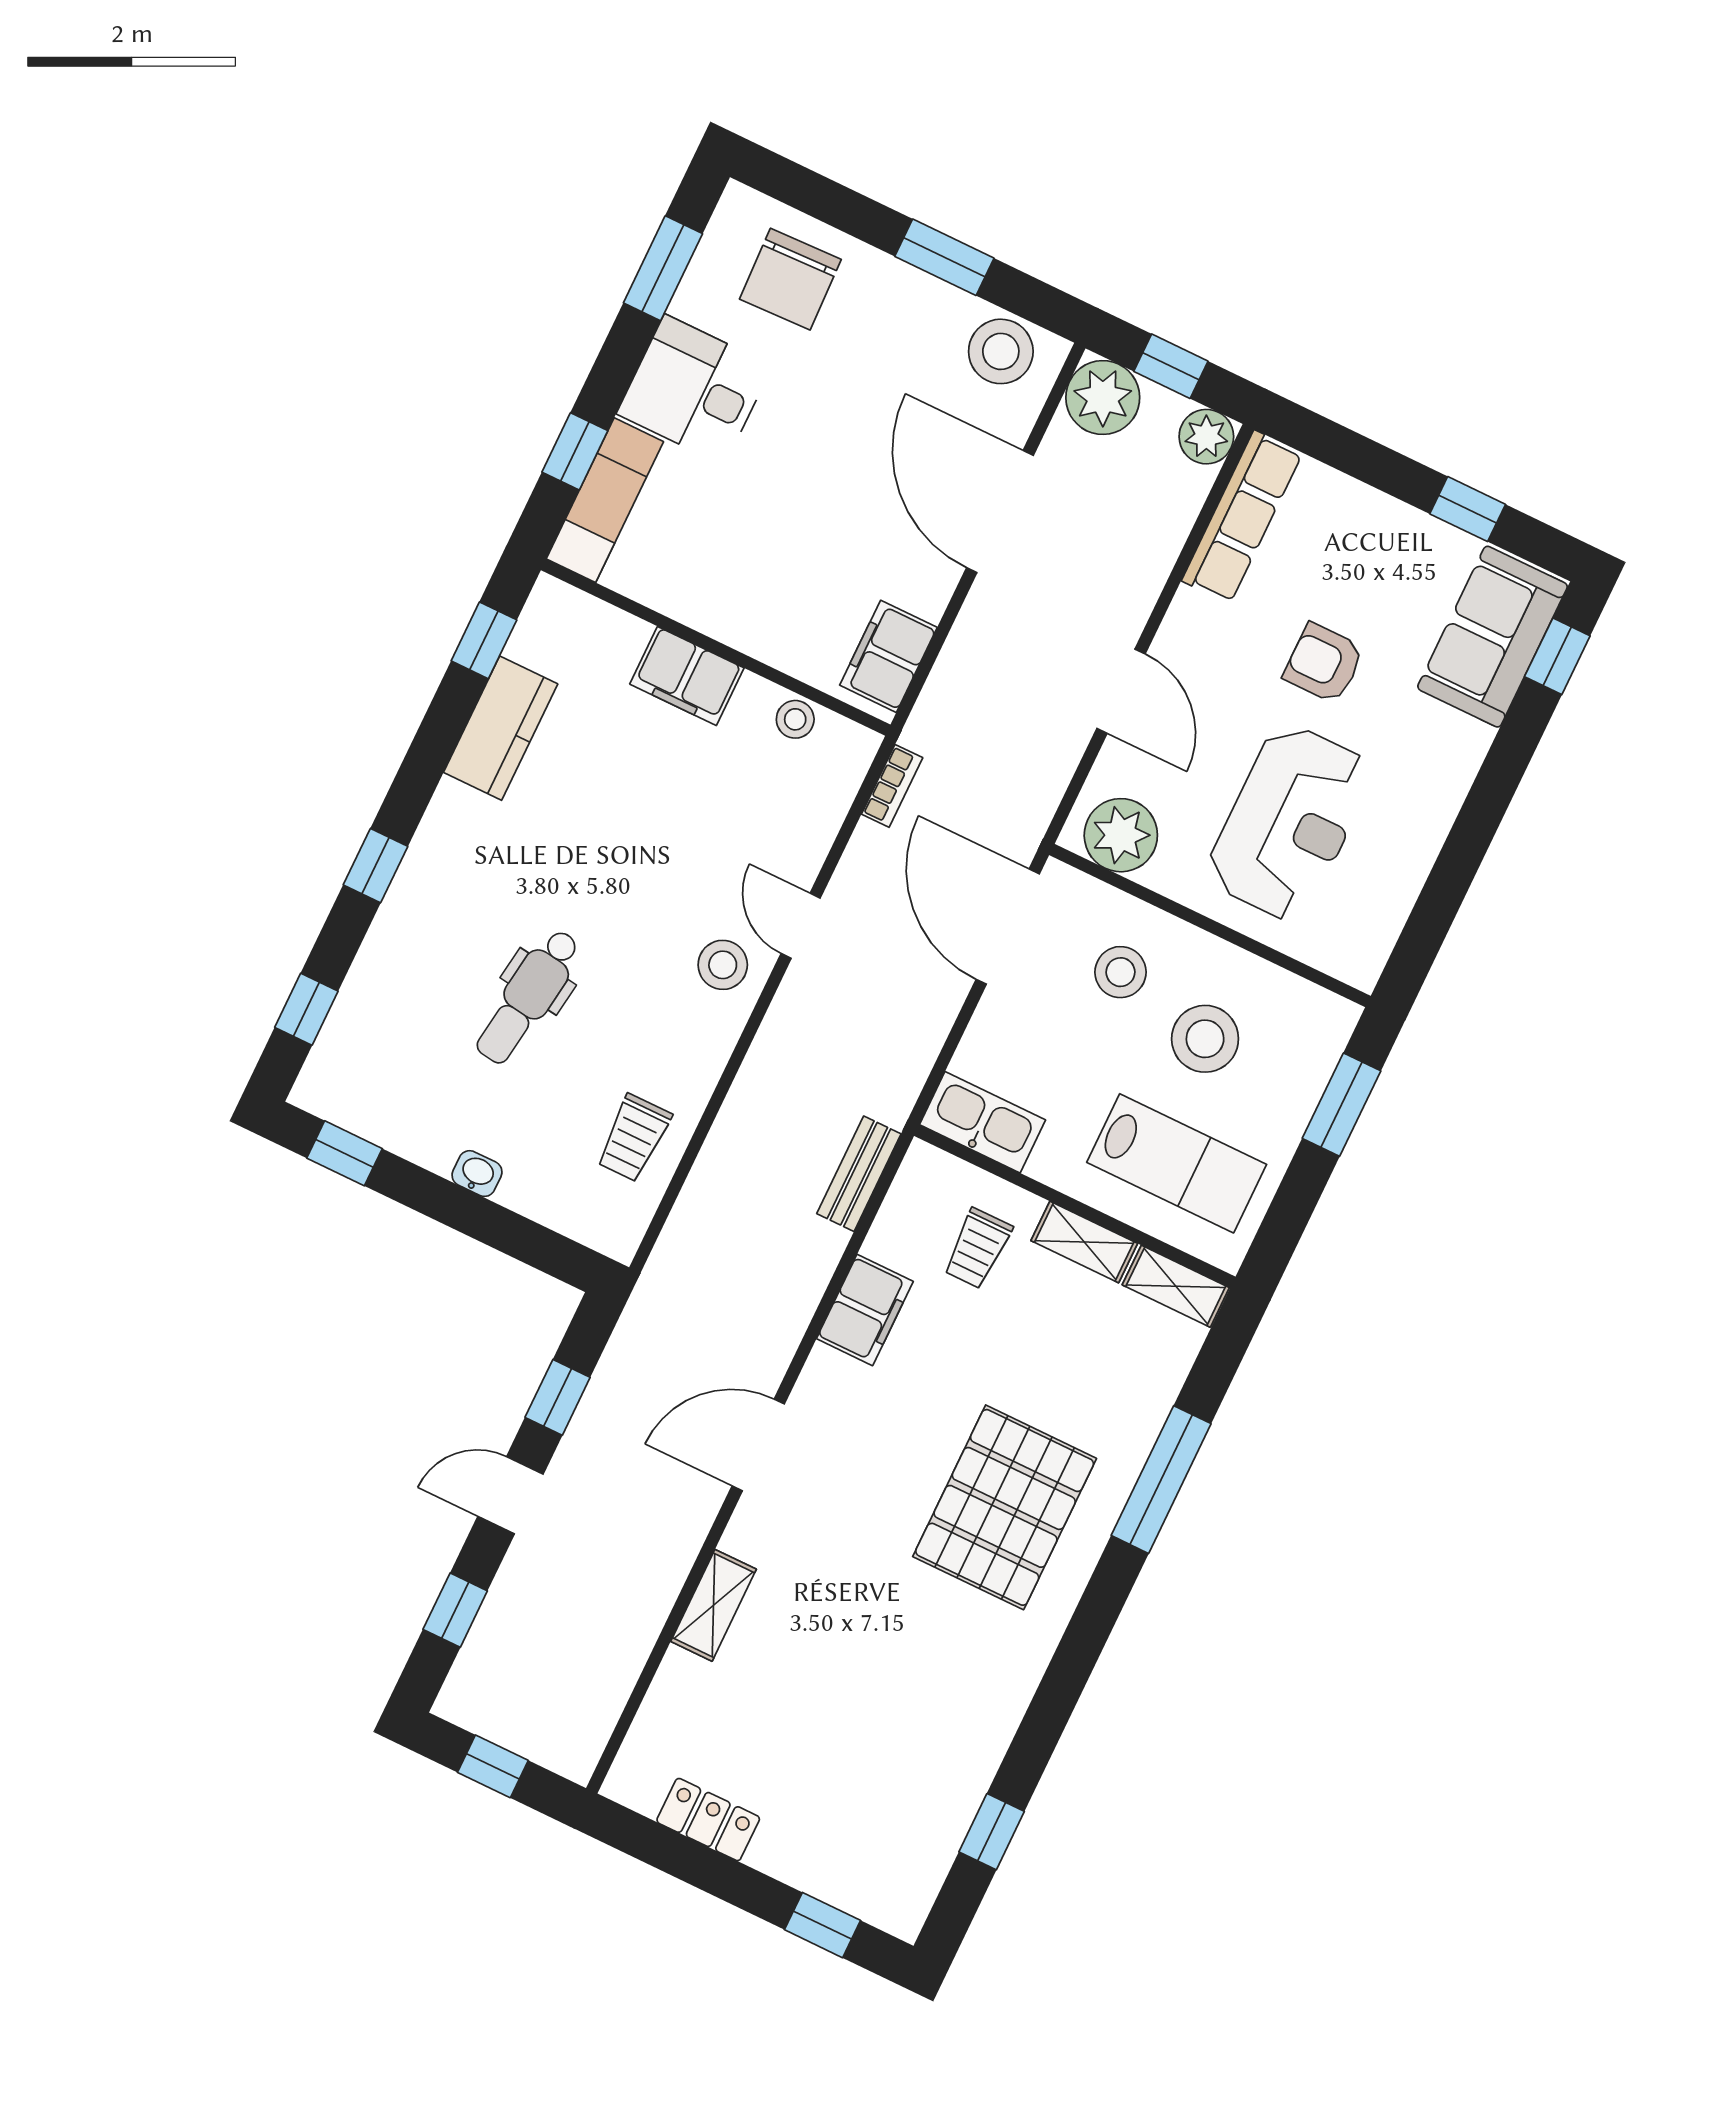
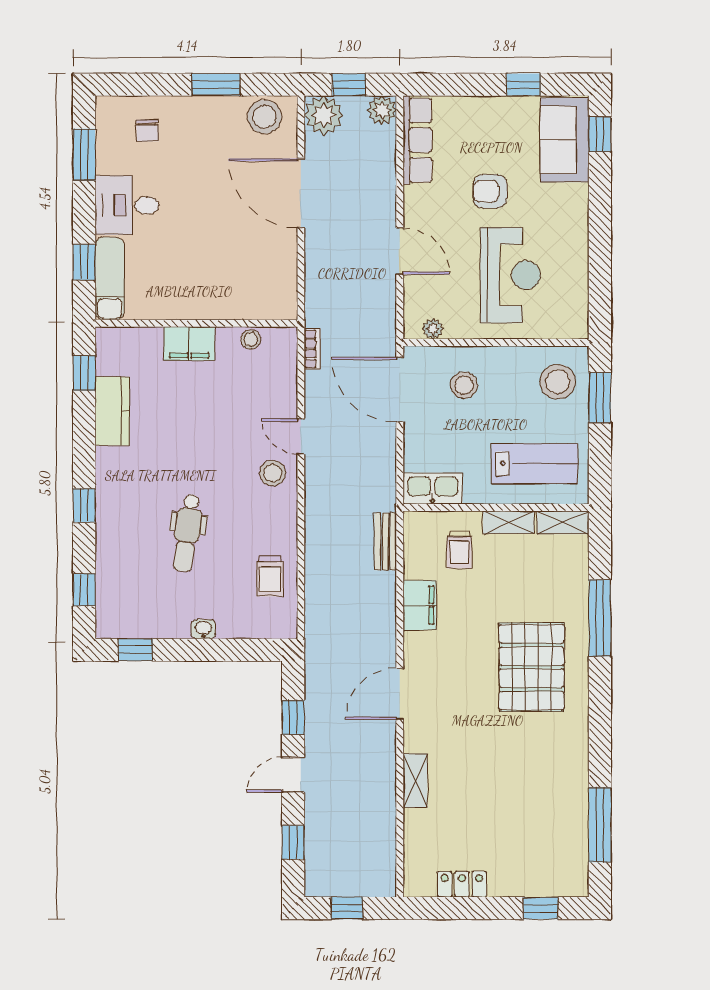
chair: (790, 279) -> (147, 130), width x0.54, depth x0.54
filing cabinet: (888, 656) -> (281, 288), removed
plant: (1121, 835) -> (433, 329), width x0.53, depth x0.53
stool: (1205, 1039) -> (558, 382), moved
window: (992, 1832) -> (600, 825), width x2.17

